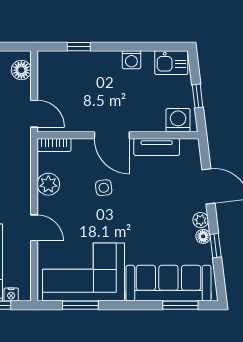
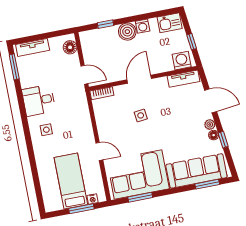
boiler: (108, 63) -> (127, 32), added
door: (112, 135) -> (139, 79), swing flipped
tv unit: (157, 147) -> (183, 79), moved
plant: (48, 184) -> (103, 120), removed

